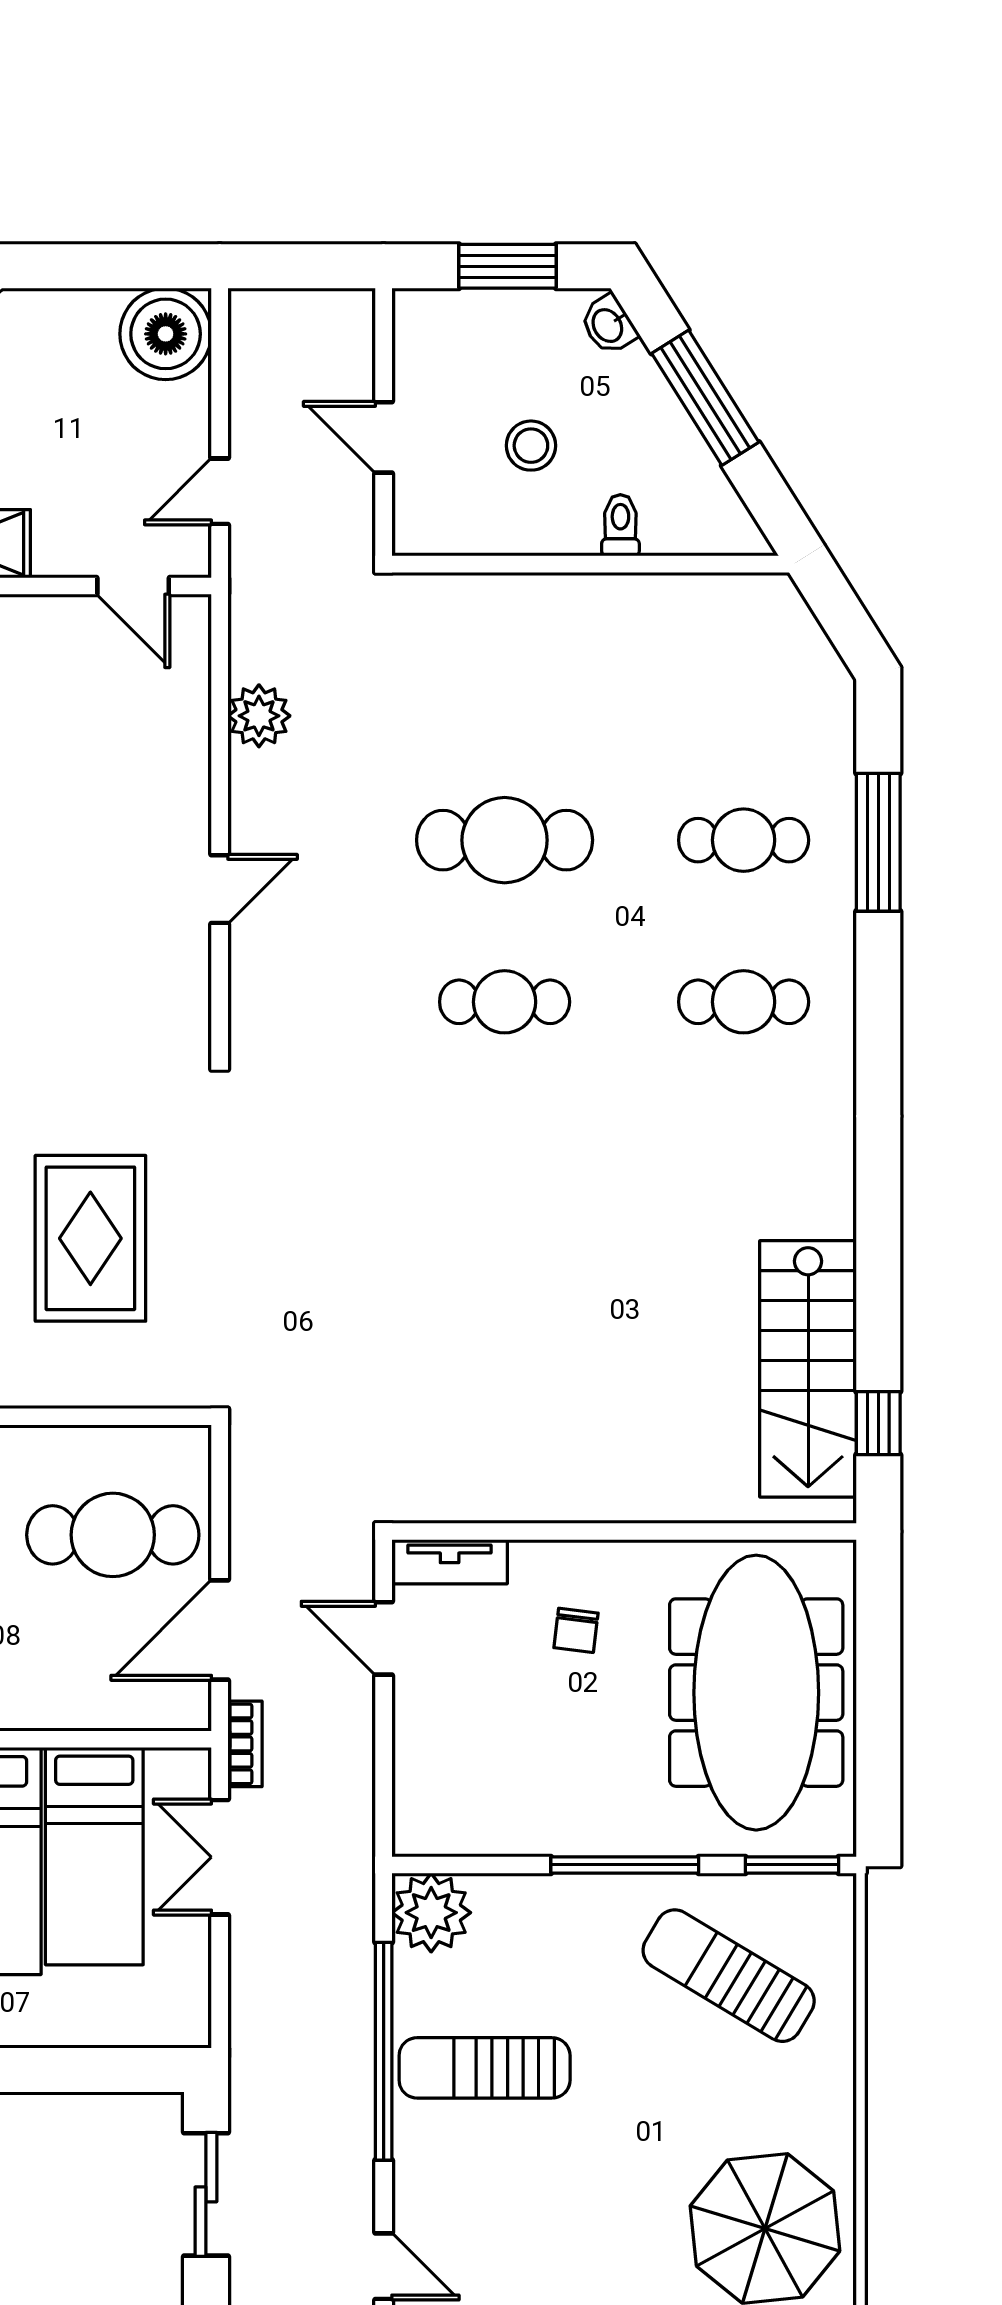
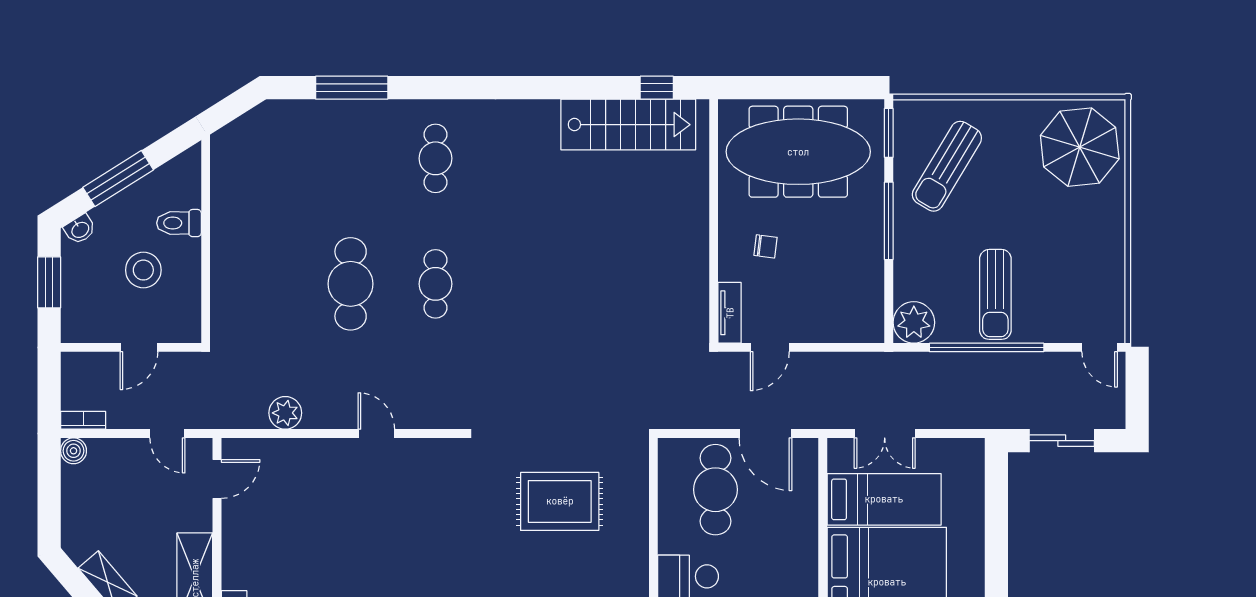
boiler: (166, 334) -> (74, 451), width x0.54, depth x0.54
stool: (531, 446) -> (143, 270), width x1.38, depth x1.38
toilet: (620, 525) -> (179, 223), width x1.37, depth x1.39
cafe table: (744, 840) -> (351, 158), removed
bookcase: (245, 1744) -> (83, 420), moved
door: (384, 2266) -> (1100, 347), swing flipped

